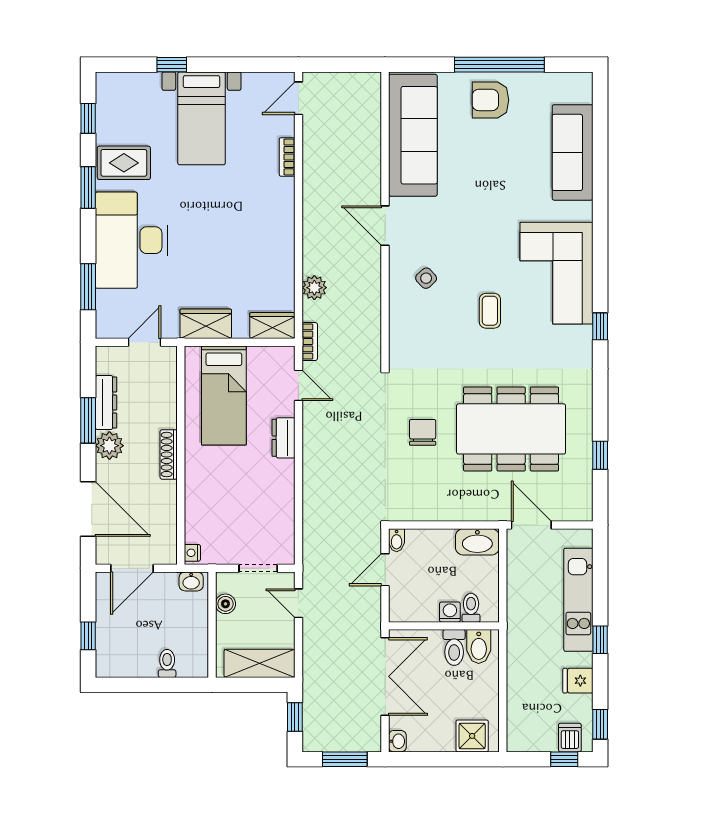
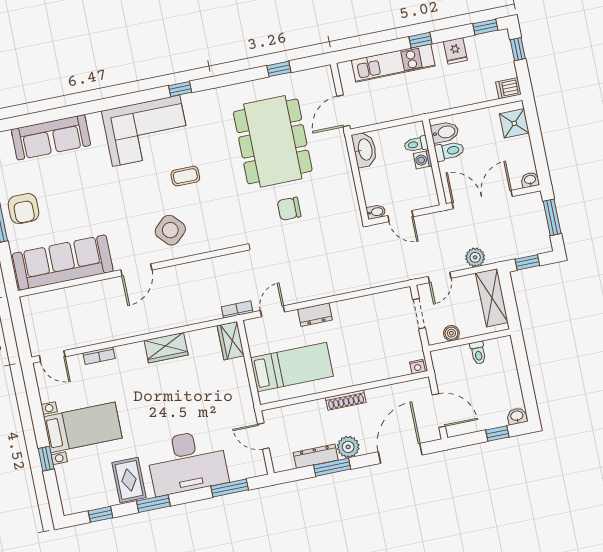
side table: (426, 278) -> (170, 230), width x1.87, depth x1.87
plant: (314, 288) -> (475, 257), moved
wardrobe: (206, 324) -> (166, 348), moved, turned -90
washbasin: (191, 581) -> (517, 416), moved, turned -90
toilet: (167, 663) -> (478, 353), moved, turned -90
dishwasher: (570, 738) -> (508, 88), moved

